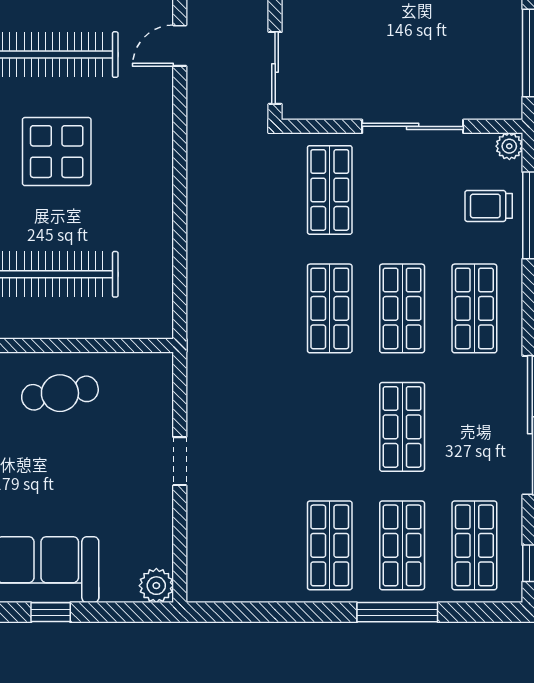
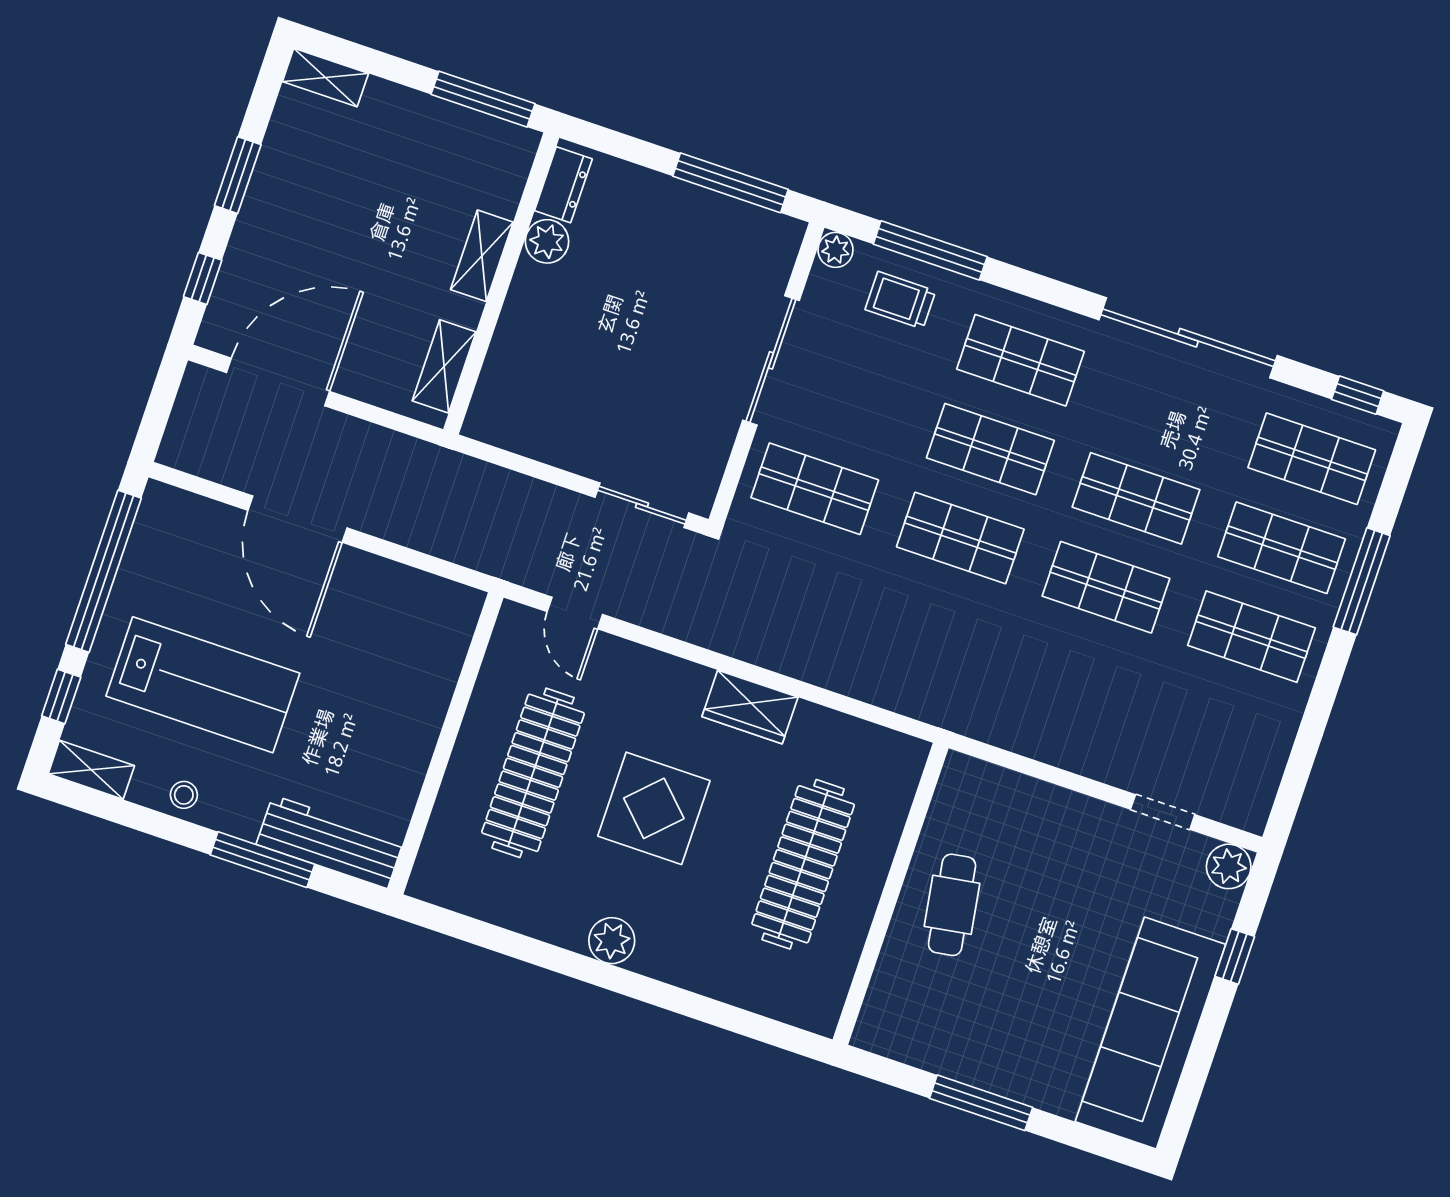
wardrobe: (154, 197) -> (750, 707), added
trolley: (489, 206) -> (900, 300), turned 90
shop shelf: (330, 427) -> (1106, 587), added
doorway: (180, 461) -> (1163, 812), moved
window: (51, 612) -> (1235, 956), moved

